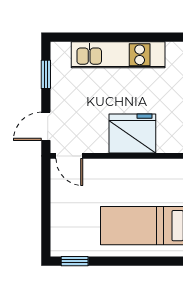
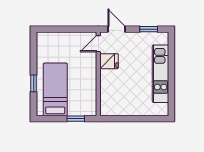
fridge: (132, 133) -> (109, 61), moved, width x0.53, depth x0.75
window: (75, 261) -> (34, 83), moved

